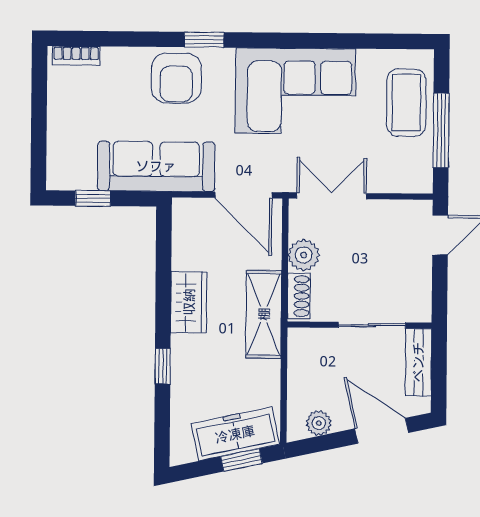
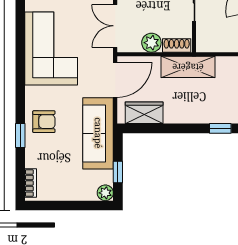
window: (204, 40) -> (20, 135), moved
armchair: (176, 78) -> (44, 122), width x0.72, depth x0.72
plant: (59, 177) -> (105, 193), added
wardrobe: (189, 302) -> (144, 113), moved

